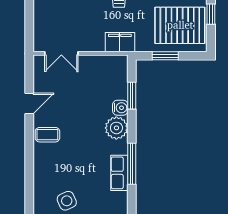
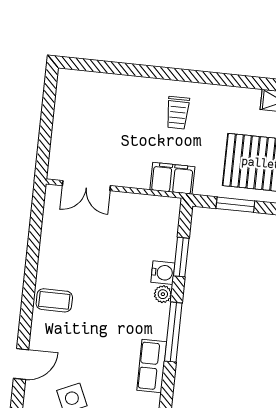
door: (29, 103) -> (21, 364), moved
plant: (116, 128) -> (163, 294), width x0.53, depth x0.53
window: (132, 164) -> (173, 332), moved

